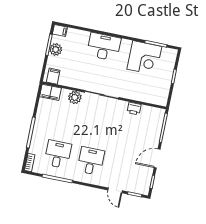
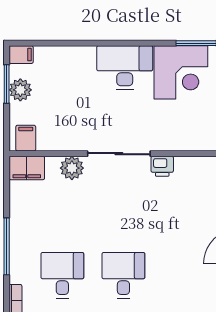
desk: (104, 47) -> (125, 67), moved
printer: (134, 109) -> (162, 166), moved

